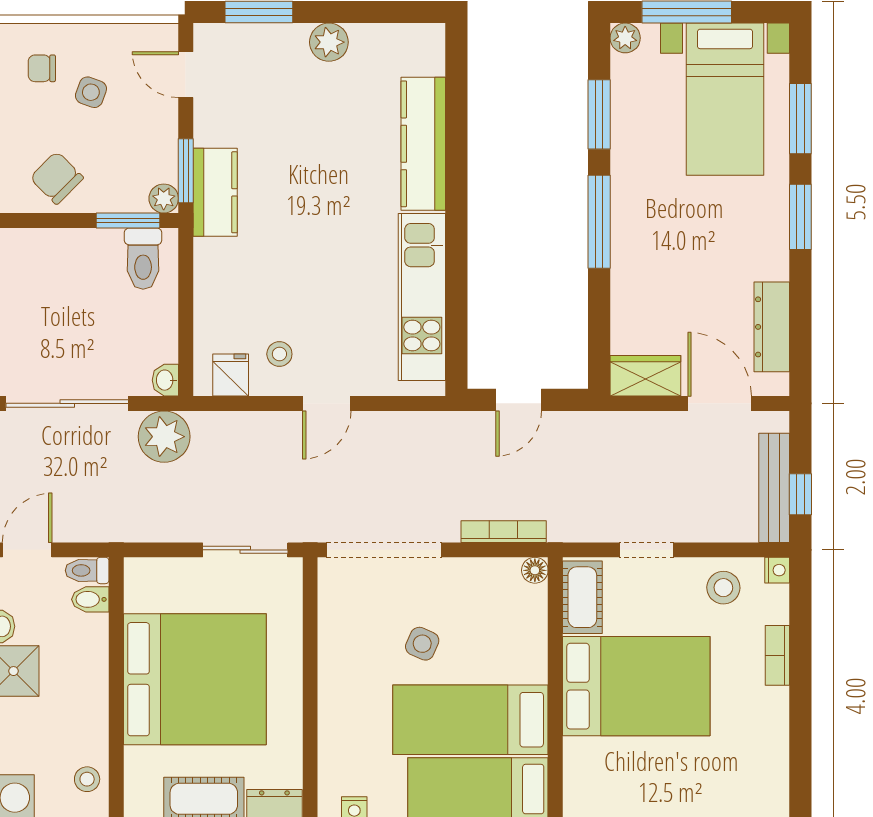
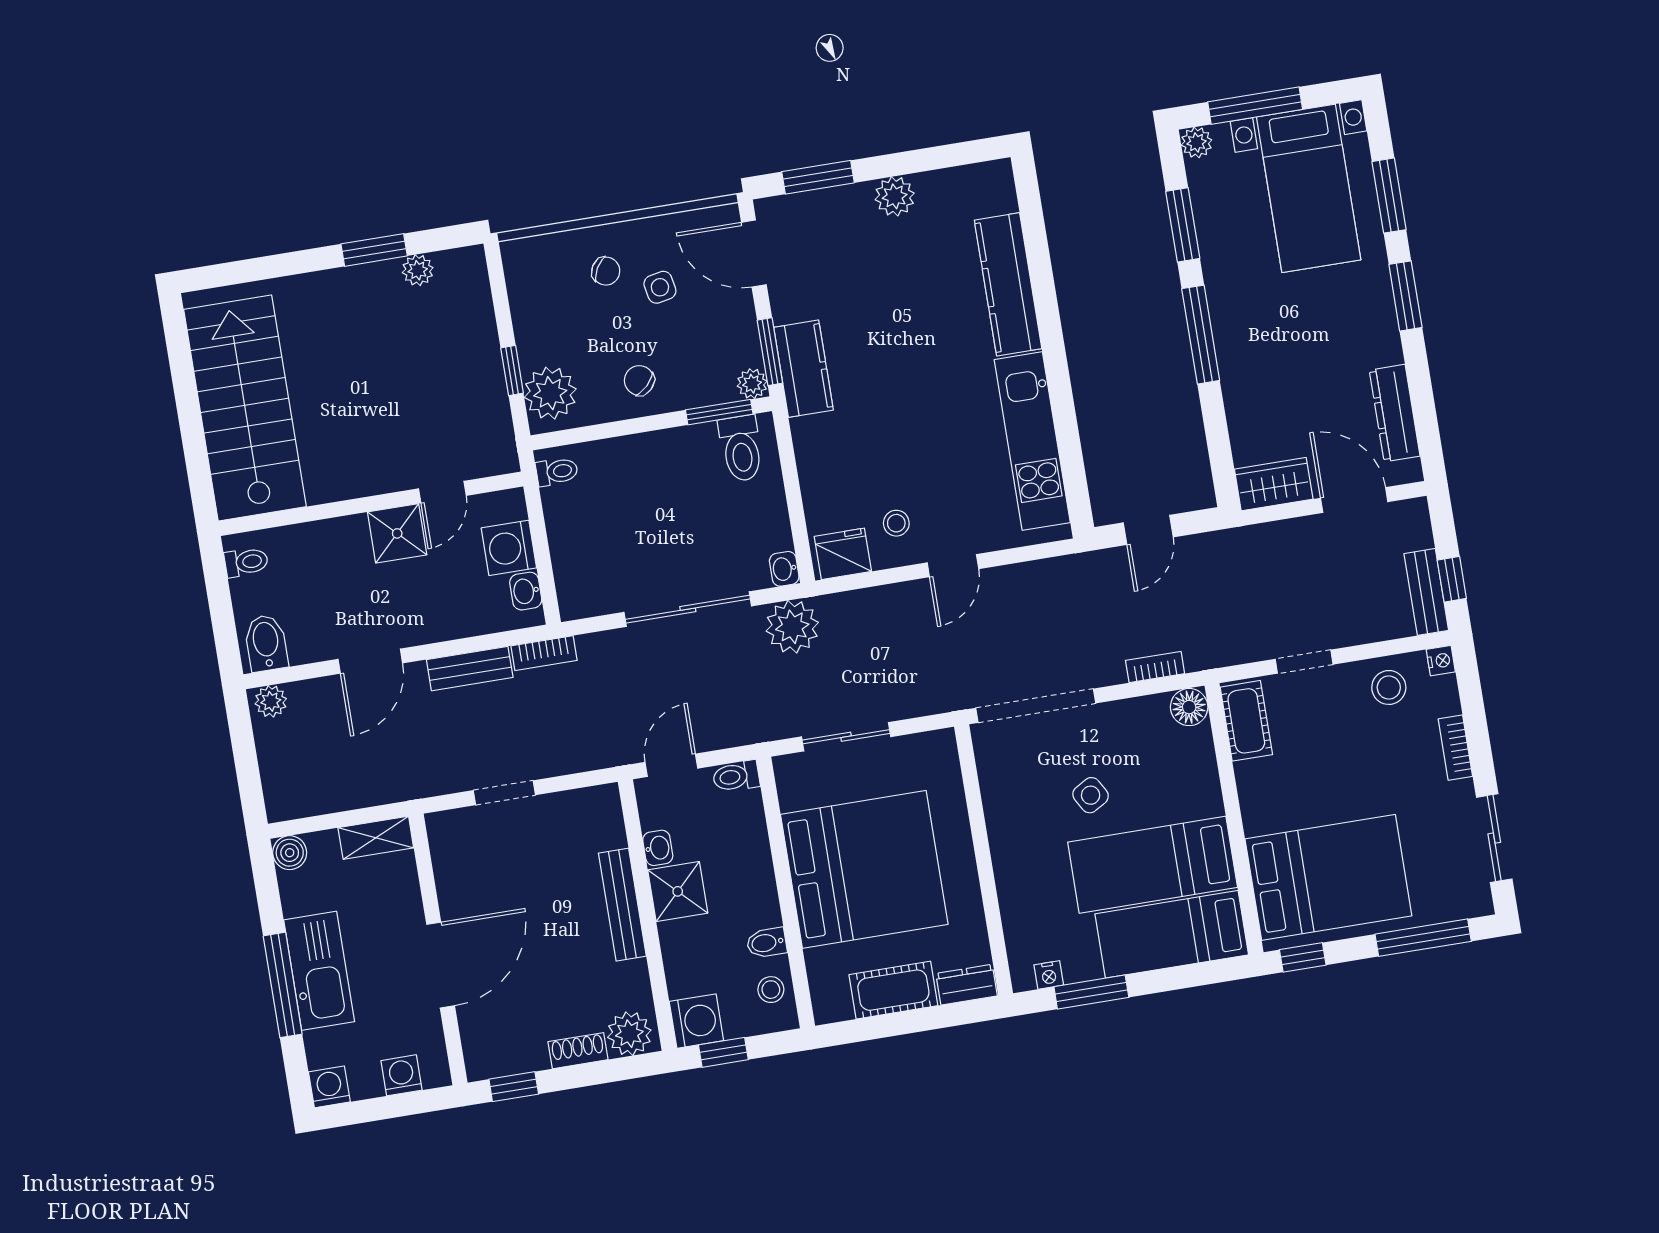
chair: (42, 68) -> (606, 271), turned -150
door: (186, 75) -> (754, 253), width x1.38
side table: (91, 92) -> (660, 287), turned -31
chair: (57, 178) -> (639, 380), width x0.73, depth x0.73
fridge: (231, 375) -> (843, 554), width x1.38
bench: (774, 488) -> (1426, 592), width x0.73
bookcase: (504, 532) -> (1155, 667), width x0.64
sliding door: (245, 550) -> (846, 737), moved
floor lamp: (535, 570) -> (1189, 707), width x1.37, depth x1.37
bidet: (90, 599) -> (767, 943), moved
side table: (422, 644) -> (1091, 795), turned 36
bed: (636, 686) -> (1328, 877), moved
sliding door: (800, 748) -> (1494, 838), added

